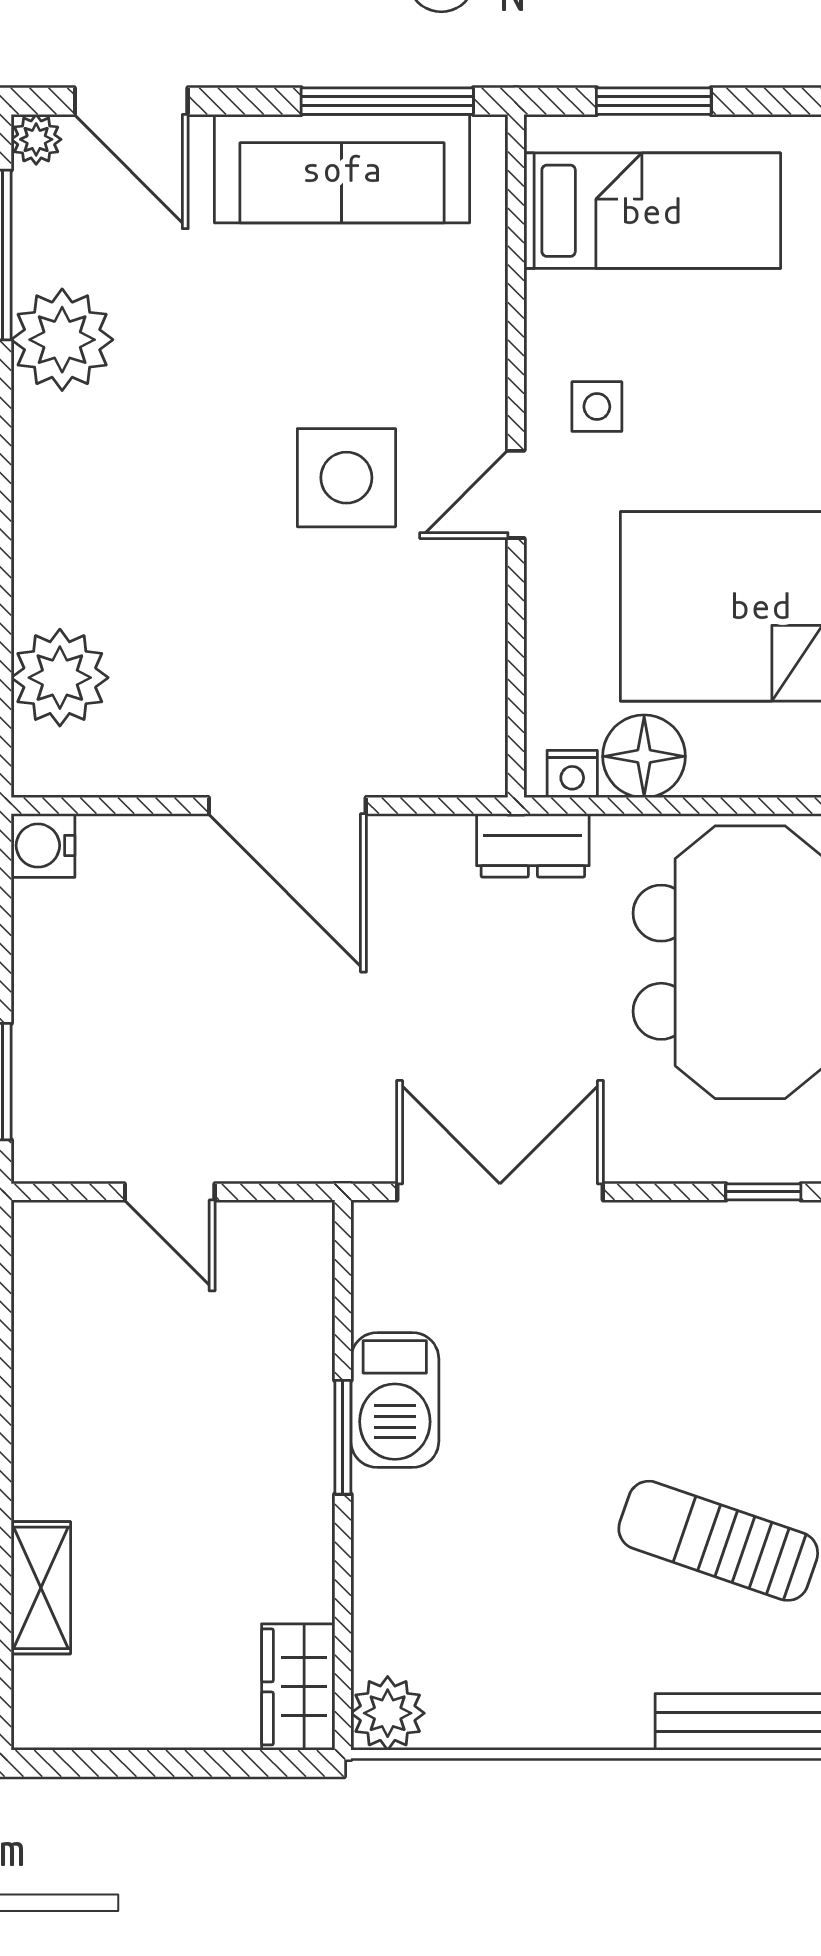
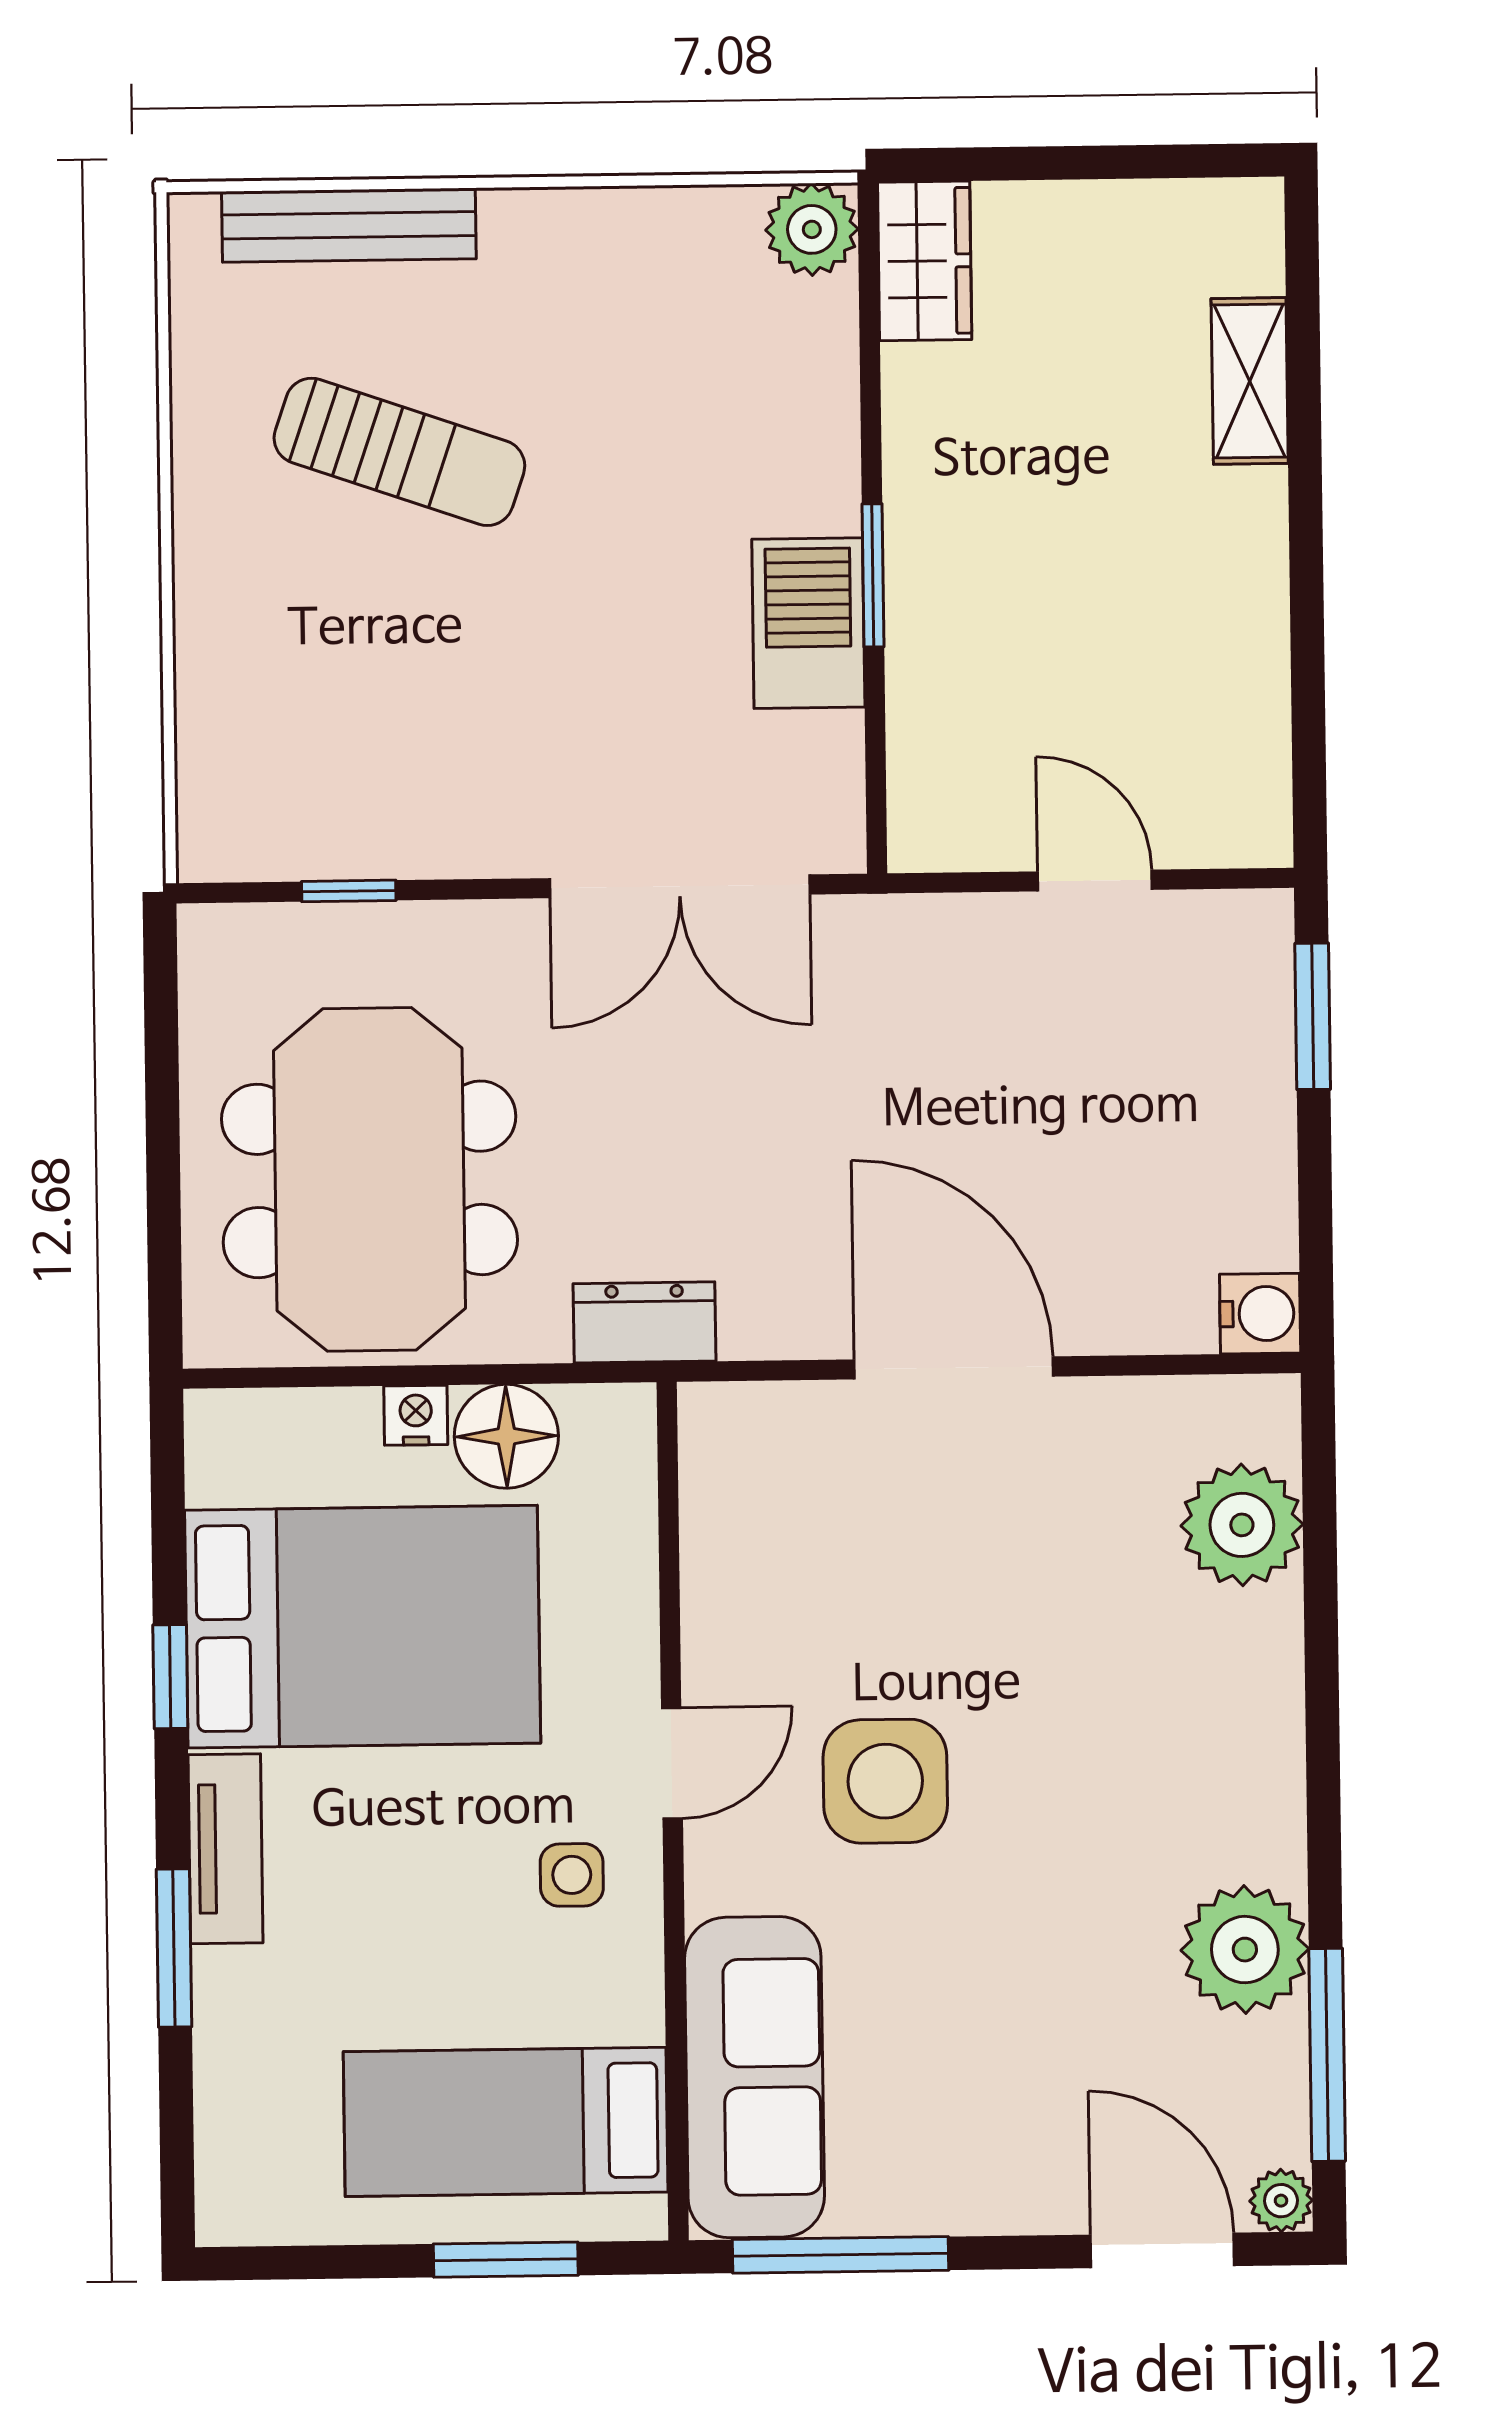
sofa: (342, 169) -> (755, 2077), moved, turned 90
nightstand: (572, 774) -> (416, 1415), moved

